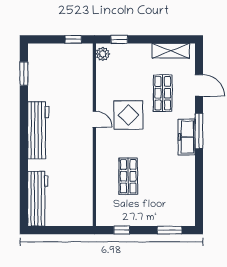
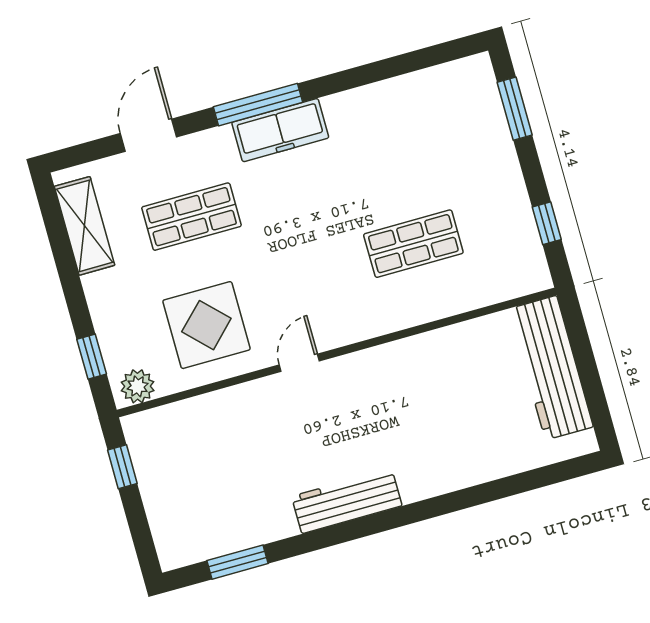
display table: (128, 115) -> (206, 325), moved
workbench: (38, 130) -> (347, 501), width x0.73, depth x0.76
workbench: (38, 199) -> (551, 368), moved, turned -90

